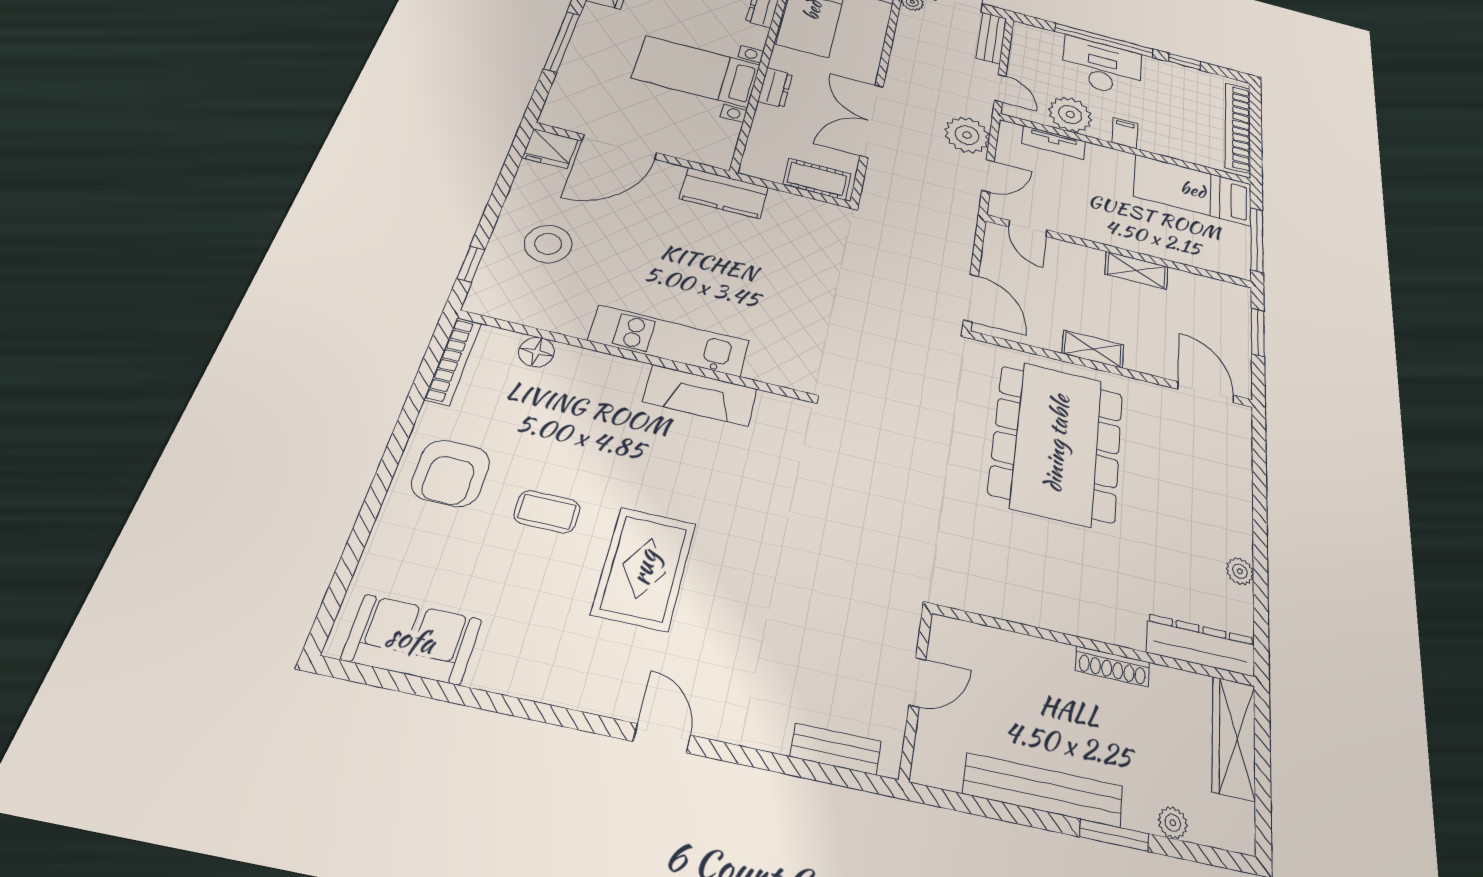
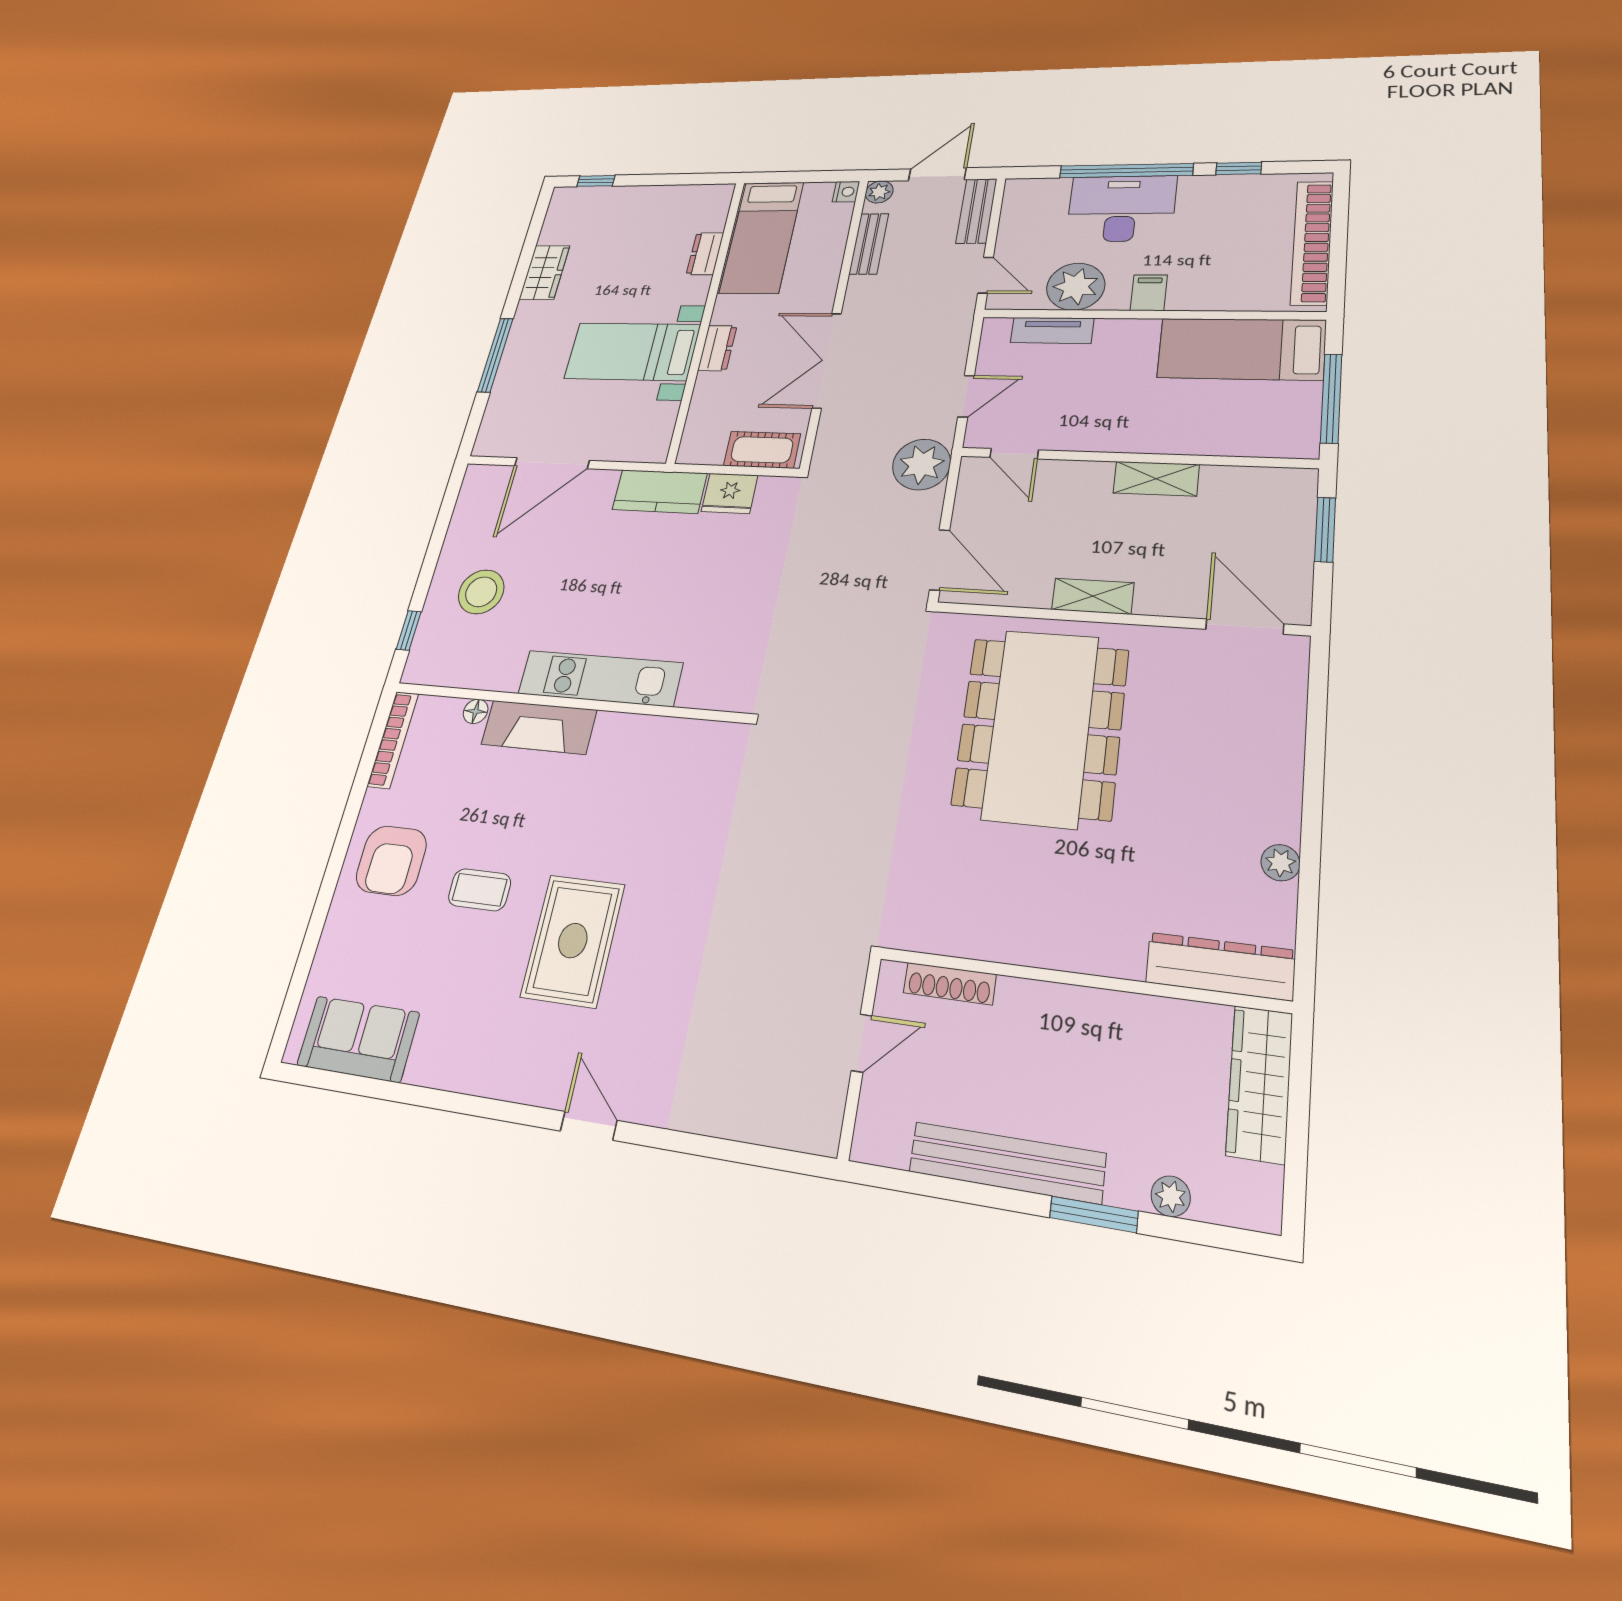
plant: (967, 135) -> (922, 464), moved
fridge: (550, 149) -> (730, 493), moved
floor lamp: (536, 352) -> (476, 711), width x0.73, depth x0.73
fireplace: (700, 395) -> (539, 727), moved
shoe rack: (1112, 666) -> (950, 984), moved
bench: (836, 749) -> (869, 244), moved, turned 90

